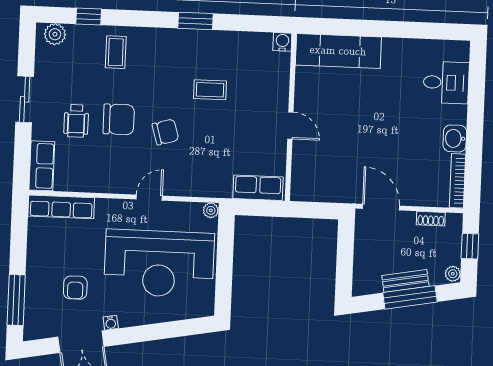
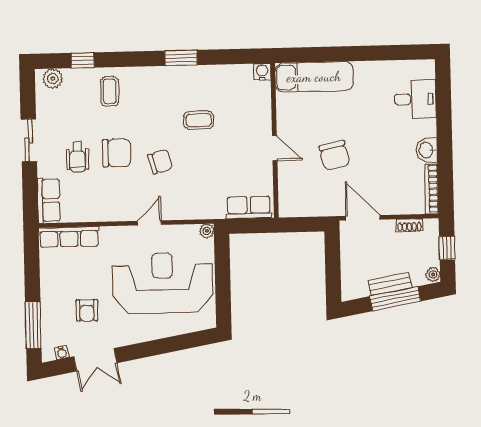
chair: (355, 138) -> (334, 155), added
reception desk: (159, 264) -> (163, 283), turned 180
water cooler: (111, 323) -> (62, 353), moved

